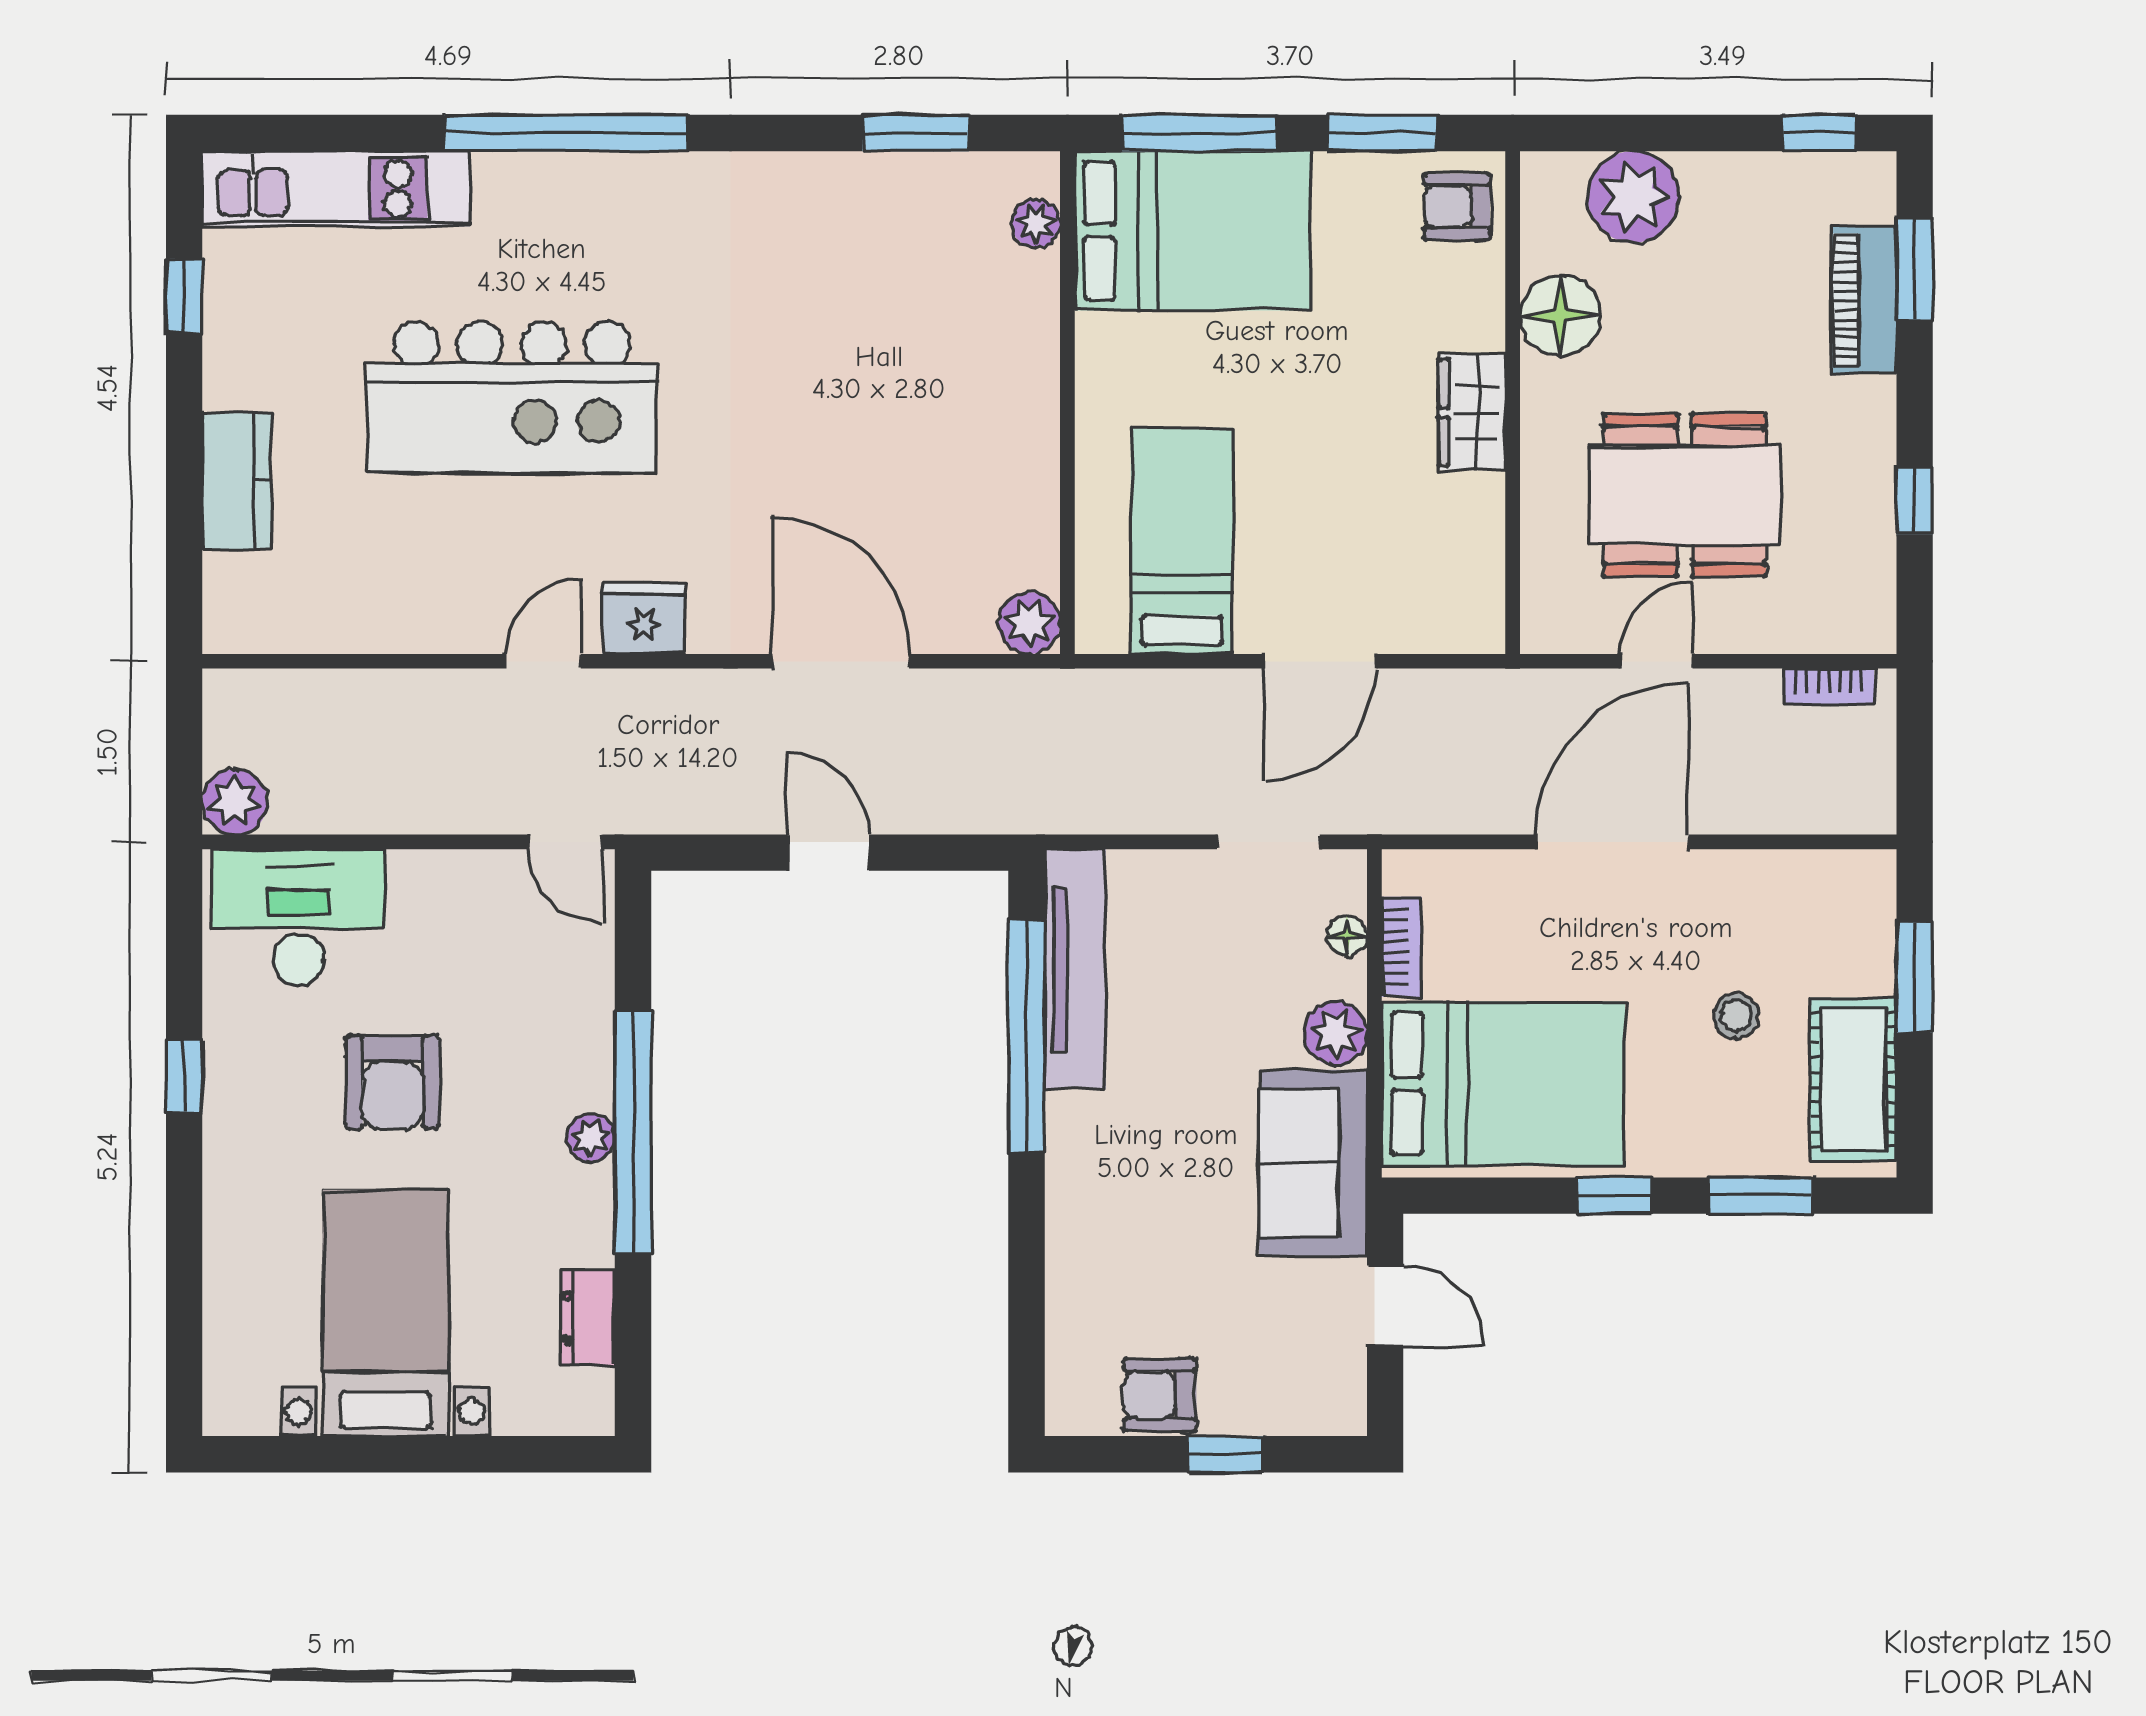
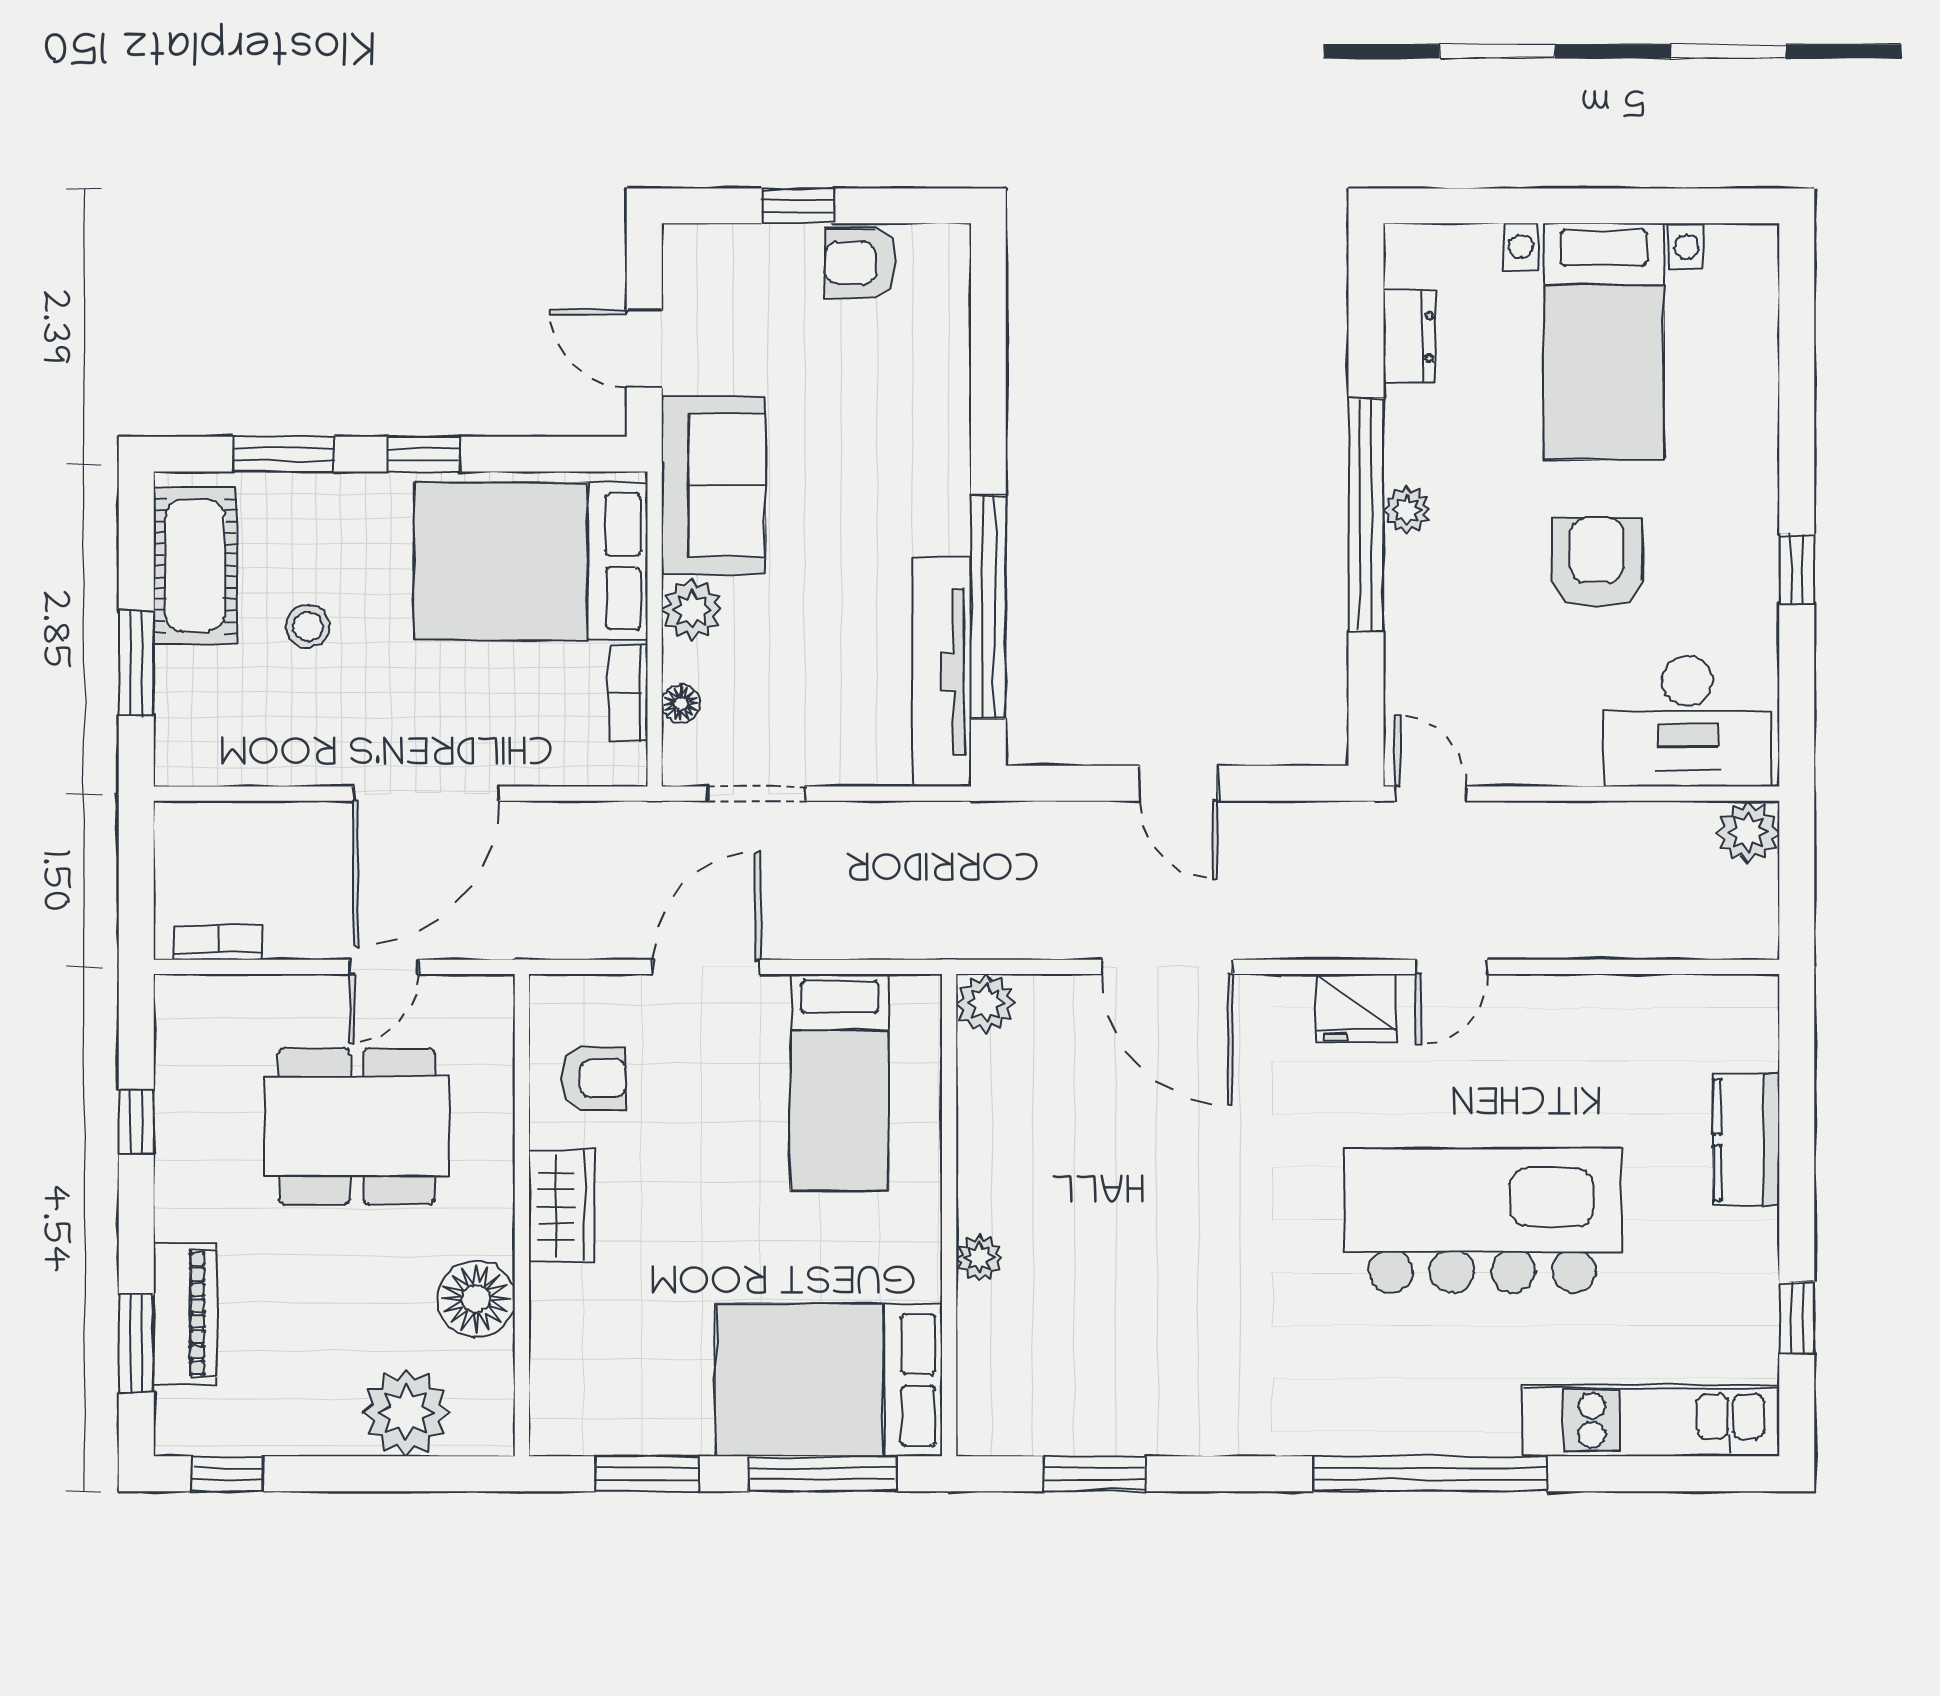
armchair: (1457, 206) -> (594, 1078), moved
plant: (1036, 224) -> (979, 1258), moved
armchair: (1160, 1395) -> (861, 263), turned 180

